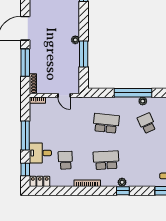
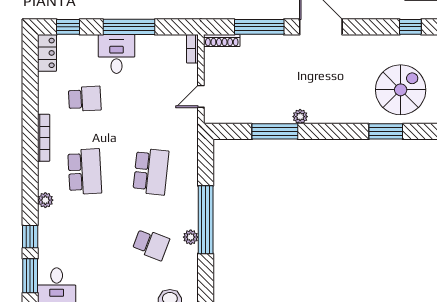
school desk: (147, 123) -> (151, 244), turned 45
desk: (40, 153) -> (117, 54), moved
window: (123, 191) -> (30, 237), moved

